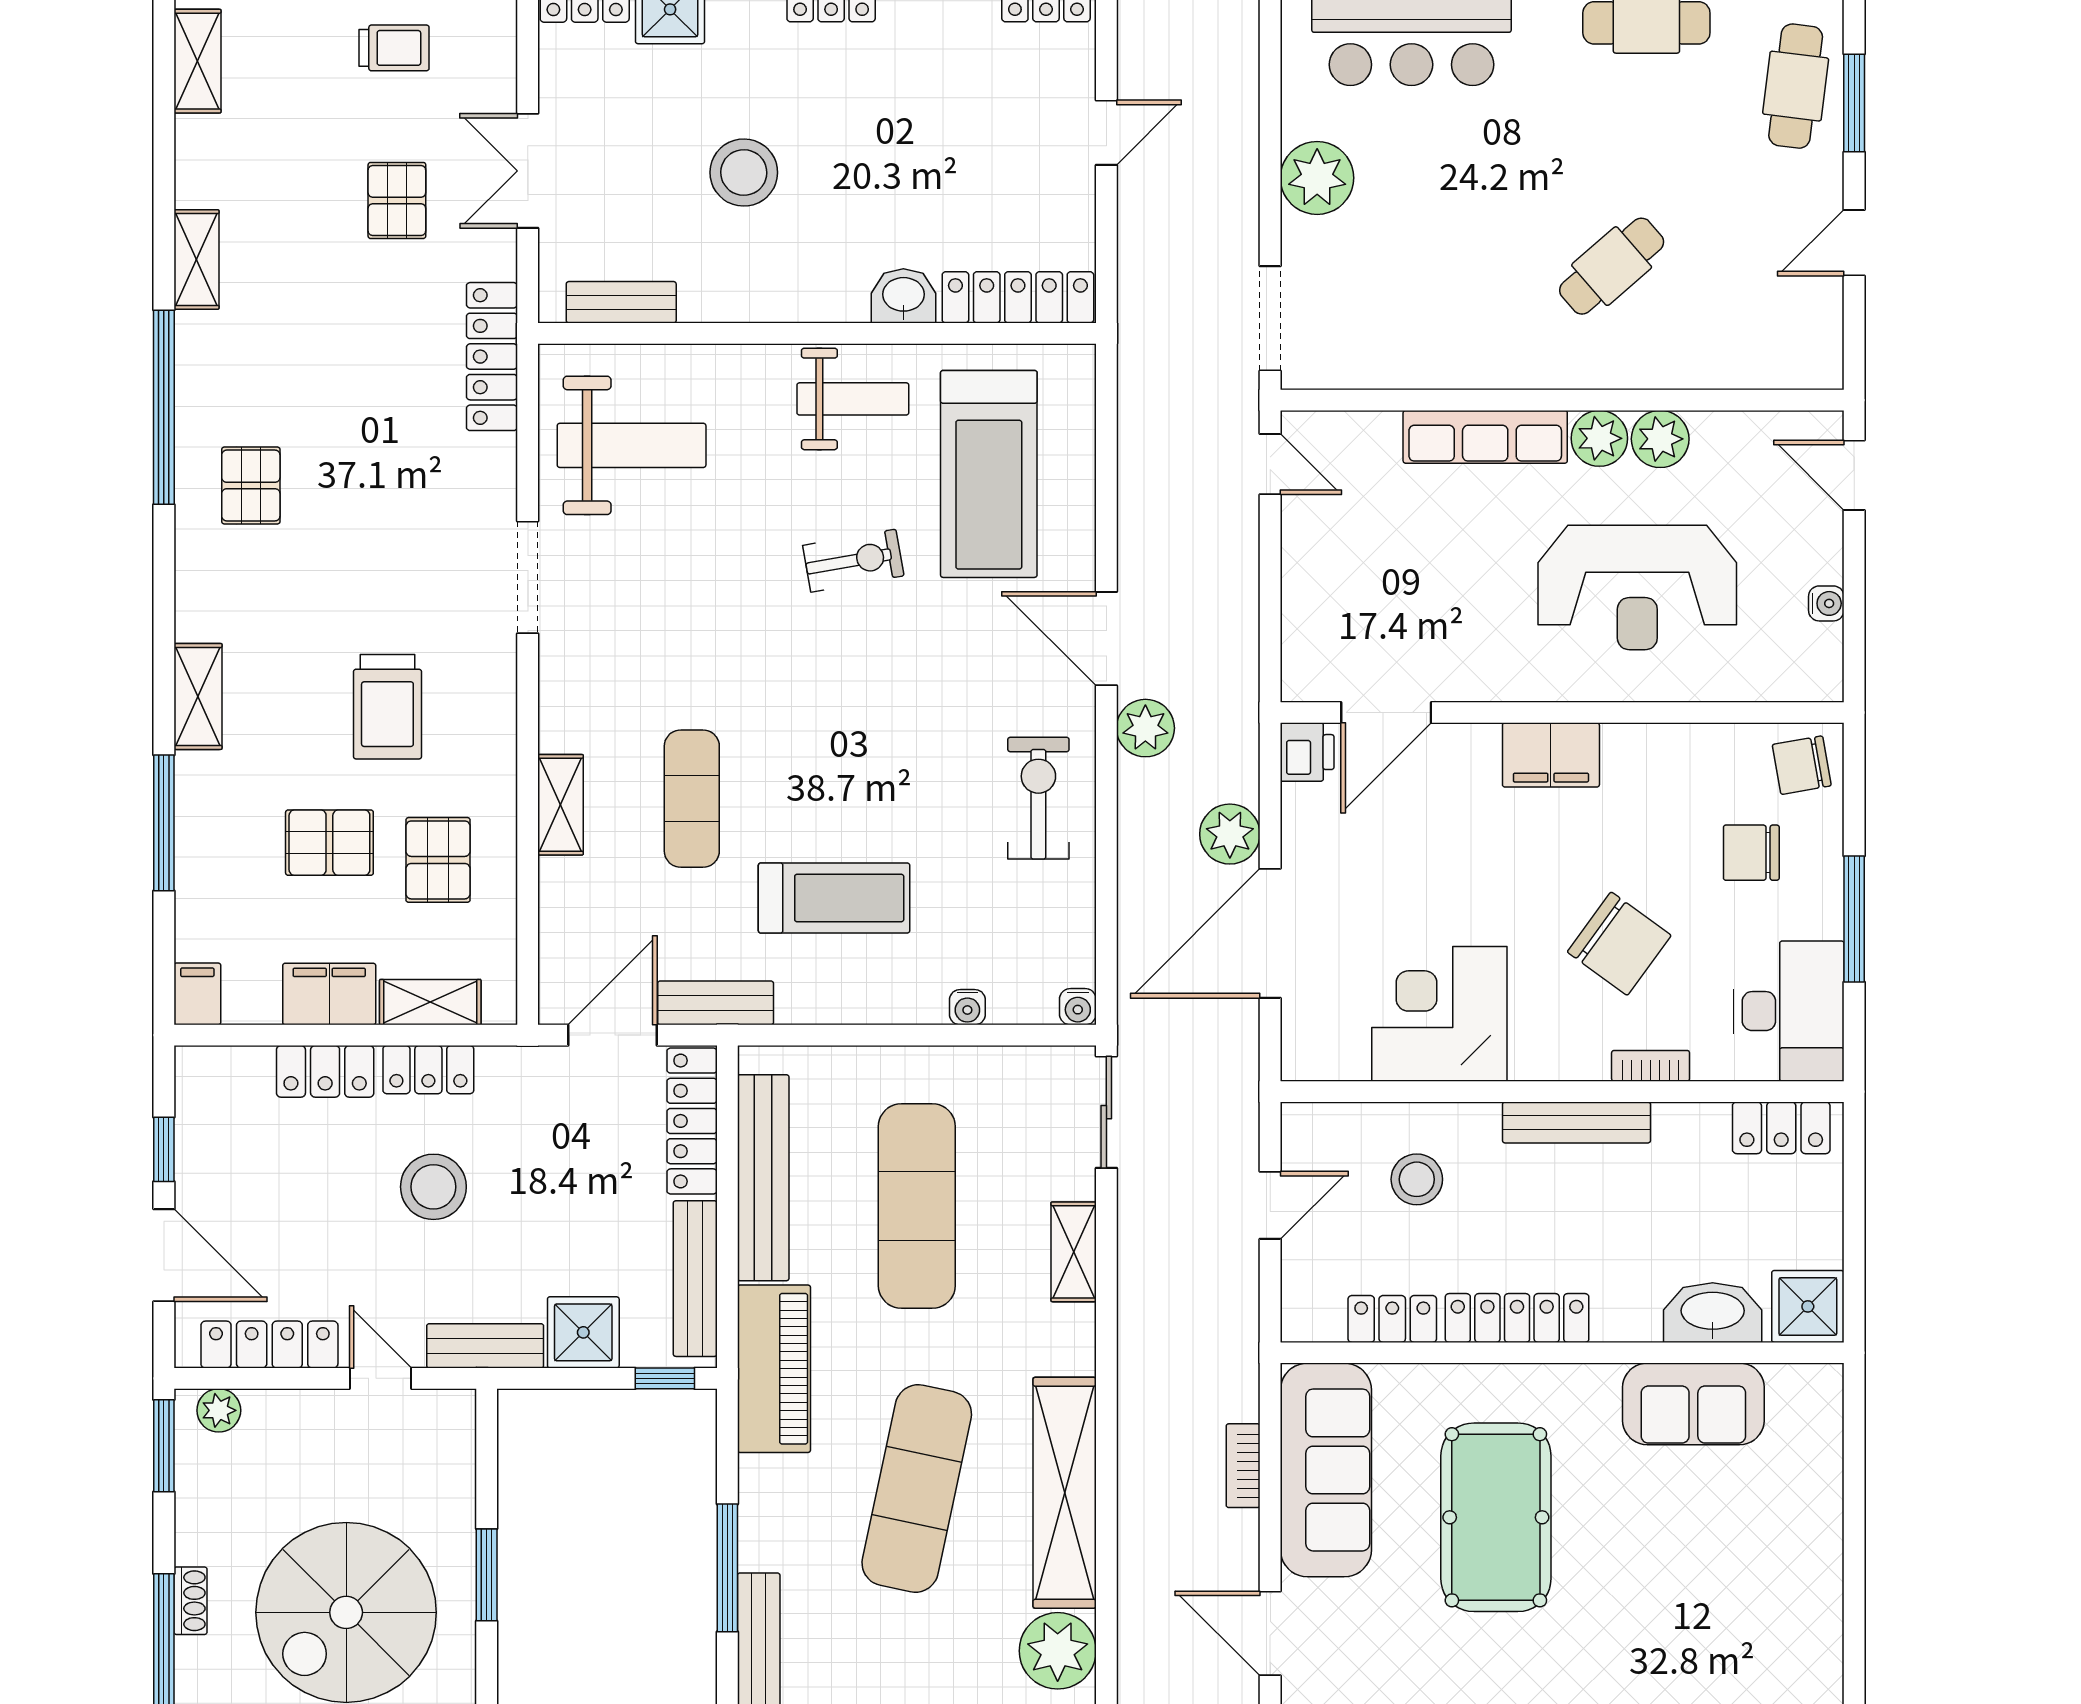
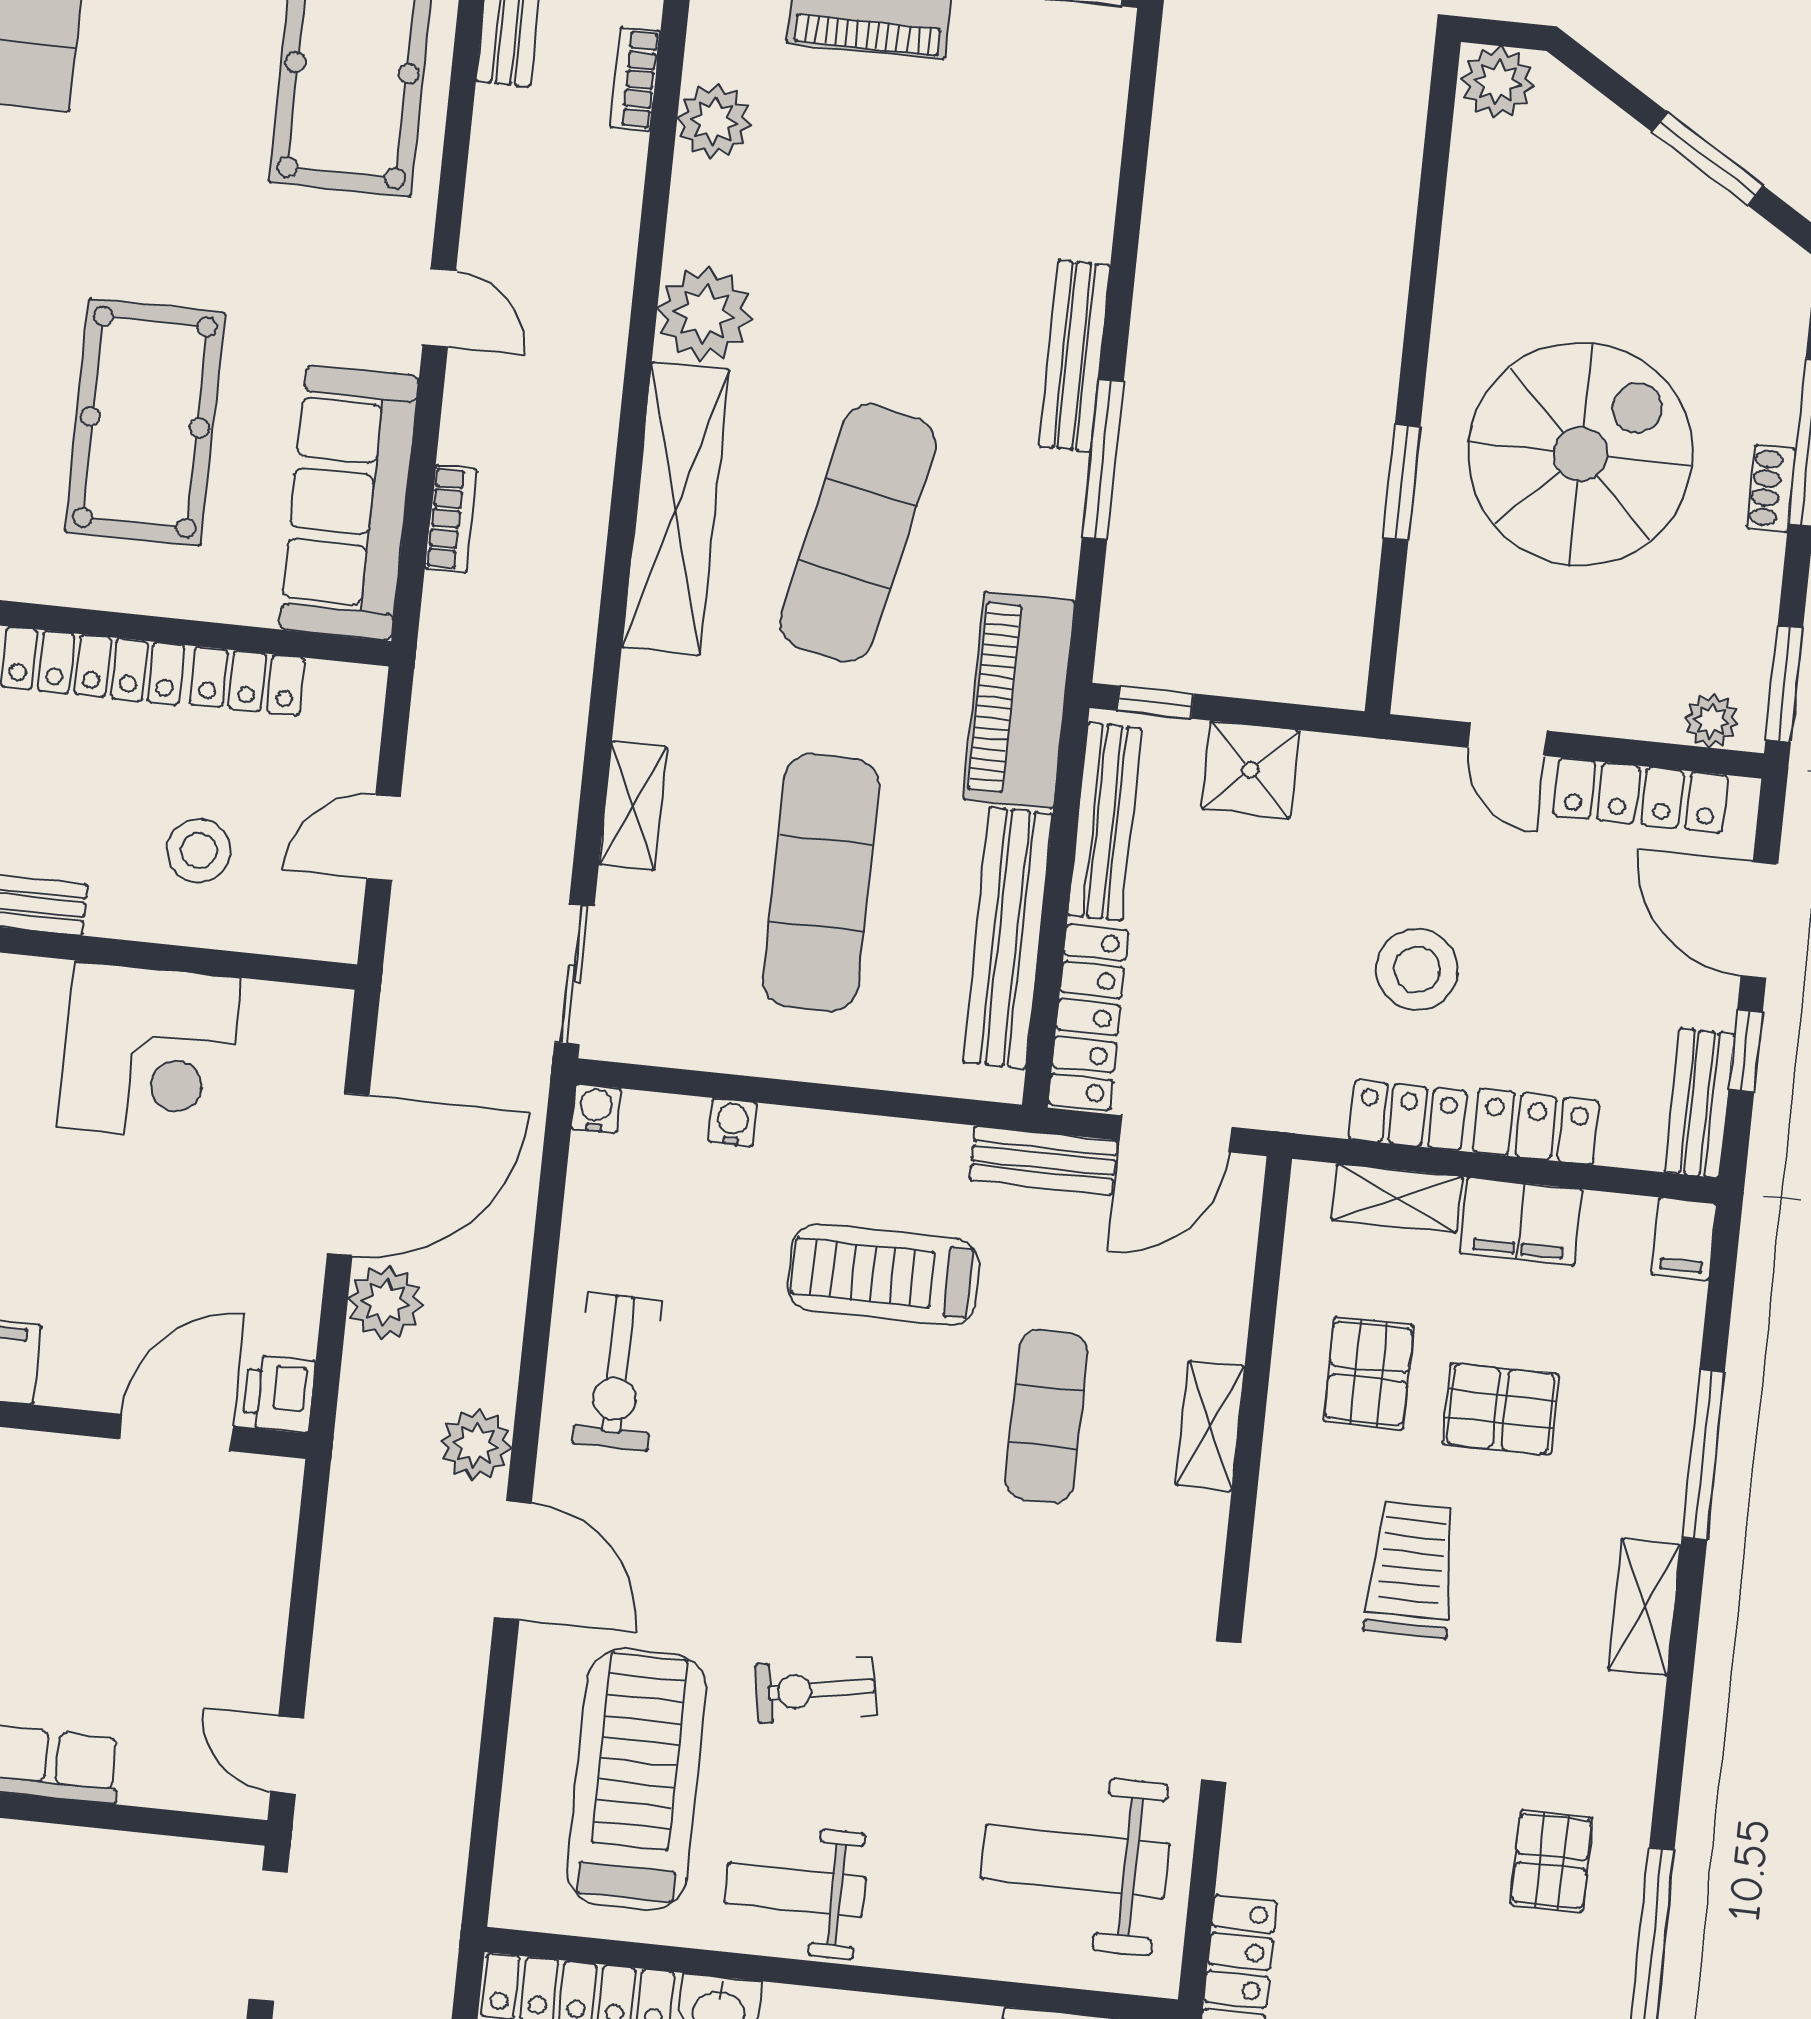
bench: (485, 1346) -> (1699, 1103), moved, turned 90
door: (1270, 1633) -> (439, 308), width x0.73

